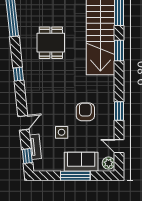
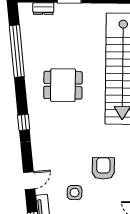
dining table: (51, 43) -> (63, 85), turned 90

